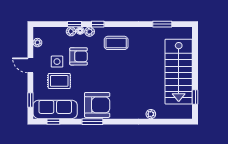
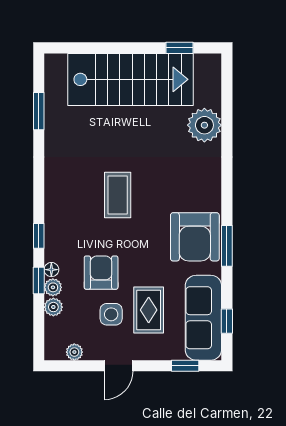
plant: (90, 32) -> (53, 307), moved
coffee table: (116, 43) -> (118, 195), moved
armchair: (97, 105) -> (195, 237), turned 180
plant: (151, 114) -> (204, 125), width x1.88, depth x1.88

